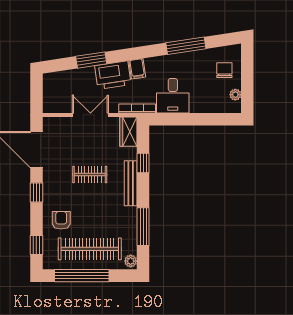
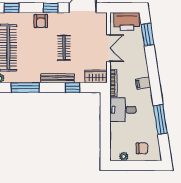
window: (91, 60) -> (147, 34), moved
printer: (113, 75) -> (127, 21), moved, turned -81
armchair: (61, 220) -> (41, 21), moved, turned 90

